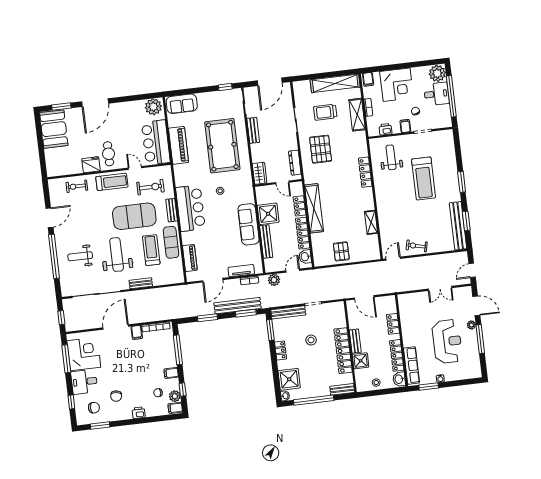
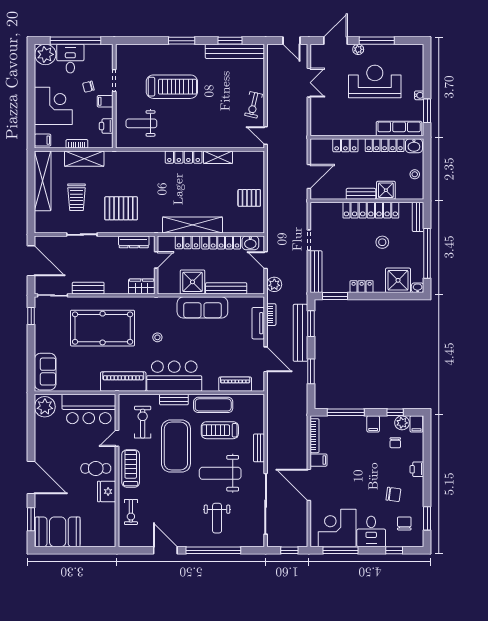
piano: (179, 145) -> (123, 382), moved
locker: (365, 172) -> (184, 157), moved
stool: (311, 340) -> (382, 242), moved

